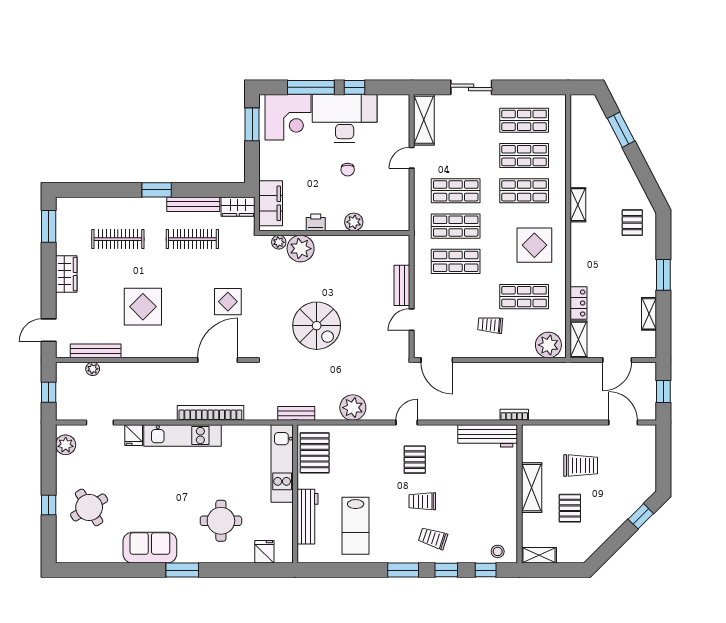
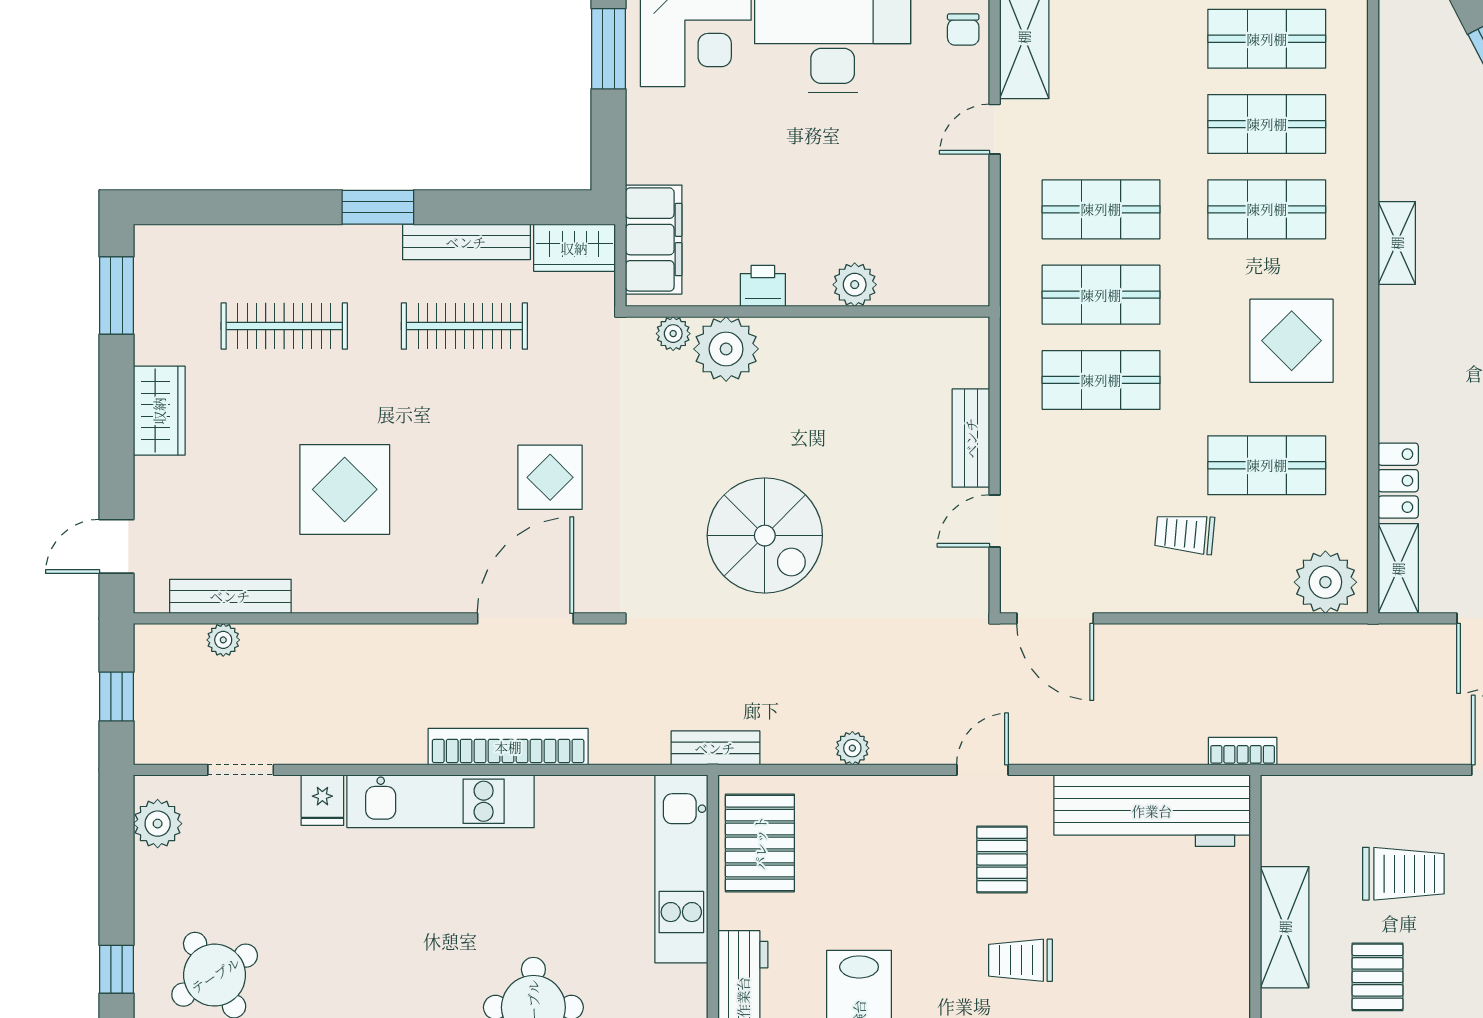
chair: (348, 170) -> (963, 30), moved
plant: (353, 408) -> (852, 748), width x0.53, depth x0.53
workbench: (488, 436) -> (1152, 811), width x1.36, depth x1.32

